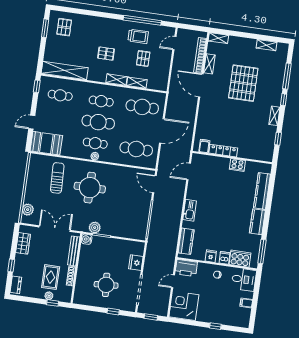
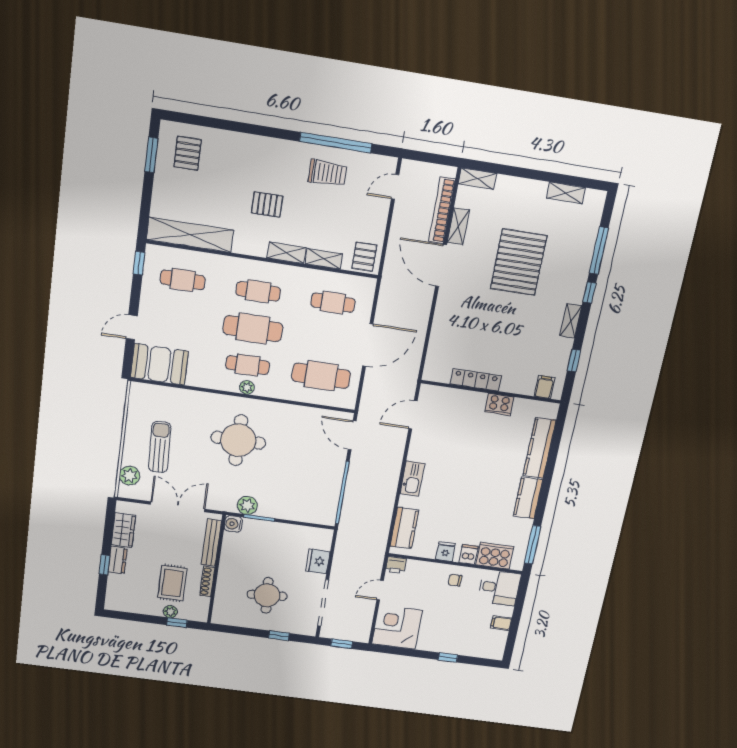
pallet: (143, 59) -> (364, 257), moved
cafe table: (142, 107) -> (333, 303), width x0.73, depth x0.74
filing cabinet: (204, 146) -> (544, 387), moved
sun lounger: (57, 178) -> (160, 447), moved
printer: (186, 268) -> (396, 565), width x0.53, depth x0.68
dresser: (16, 285) -> (118, 560), moved

